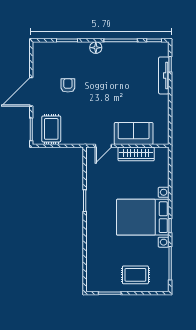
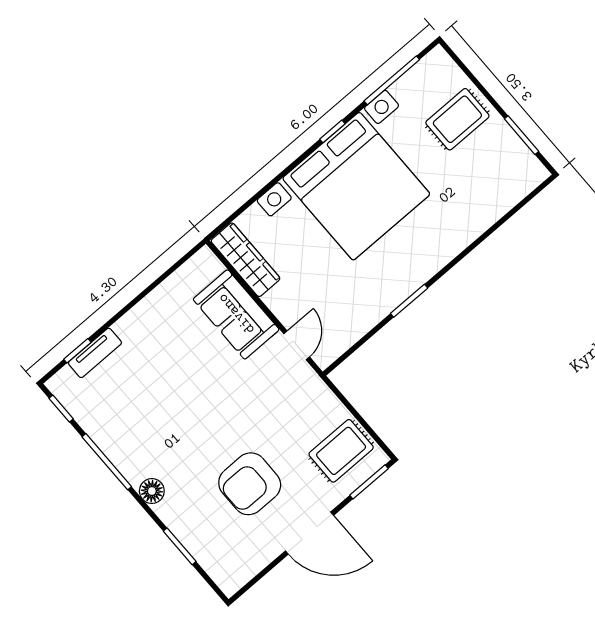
tv unit: (164, 75) -> (95, 353), width x0.71
armchair: (68, 85) -> (250, 484), width x1.88, depth x1.88
door: (103, 146) -> (297, 345), hinge flipped
wardrobe: (136, 154) -> (246, 260), moved
bed with nightstands: (143, 217) -> (356, 186), width x1.36
rug: (135, 275) -> (457, 119), turned 90

